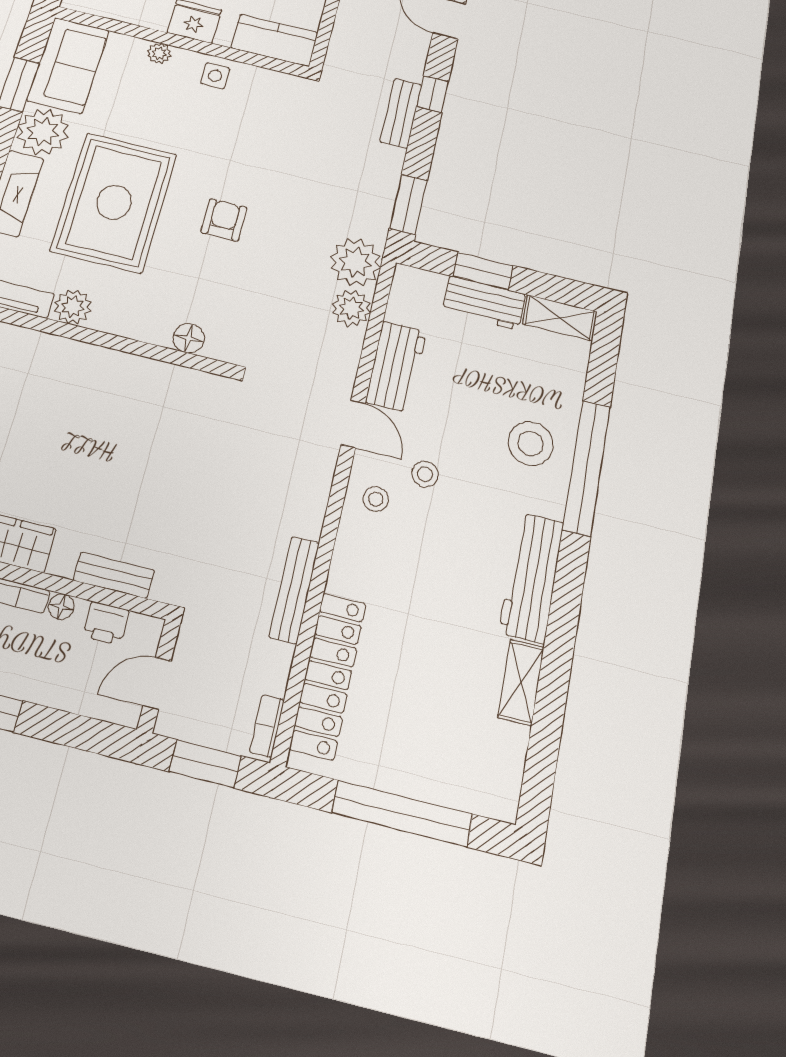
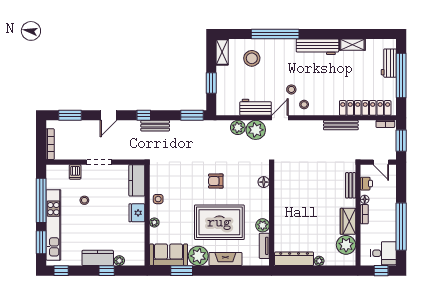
plant: (355, 262) -> (256, 130), moved
workbench: (484, 303) -> (389, 63), moved, turned 180
stool: (531, 443) -> (252, 58), moved

